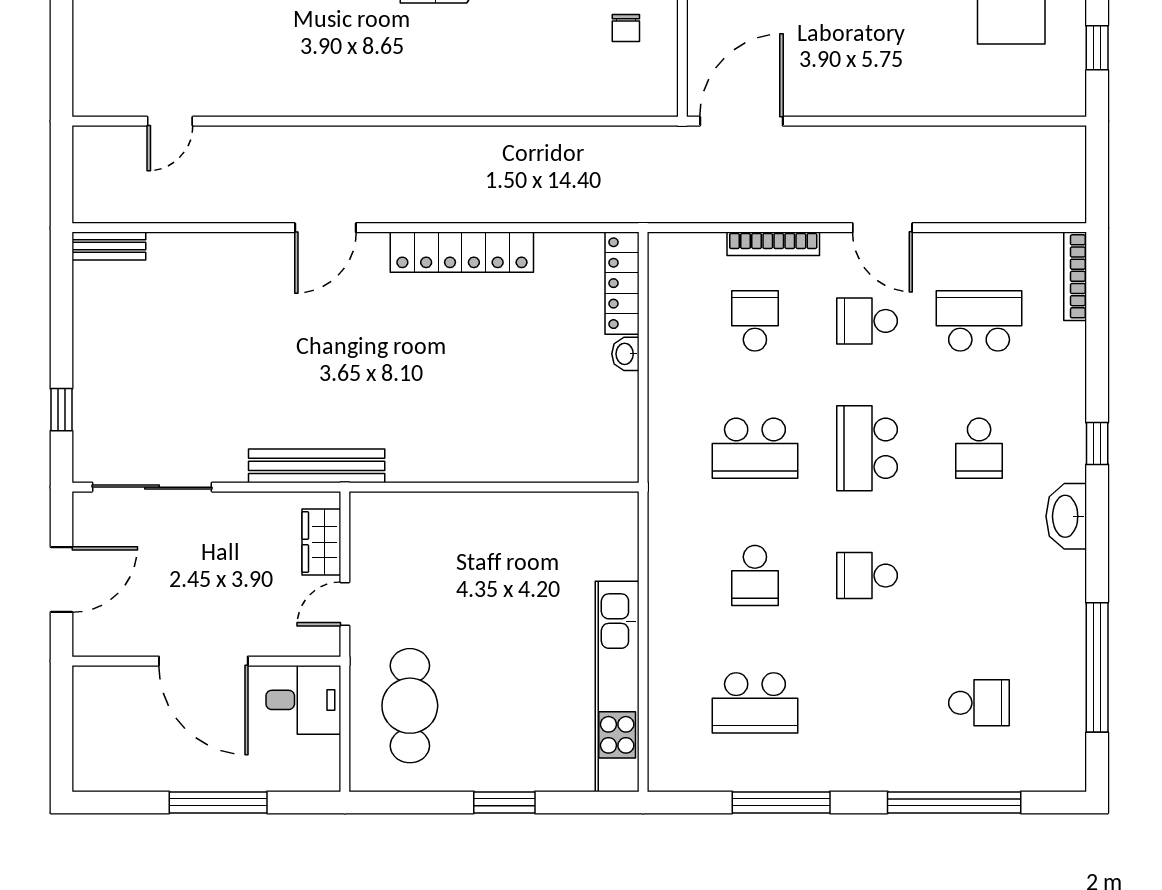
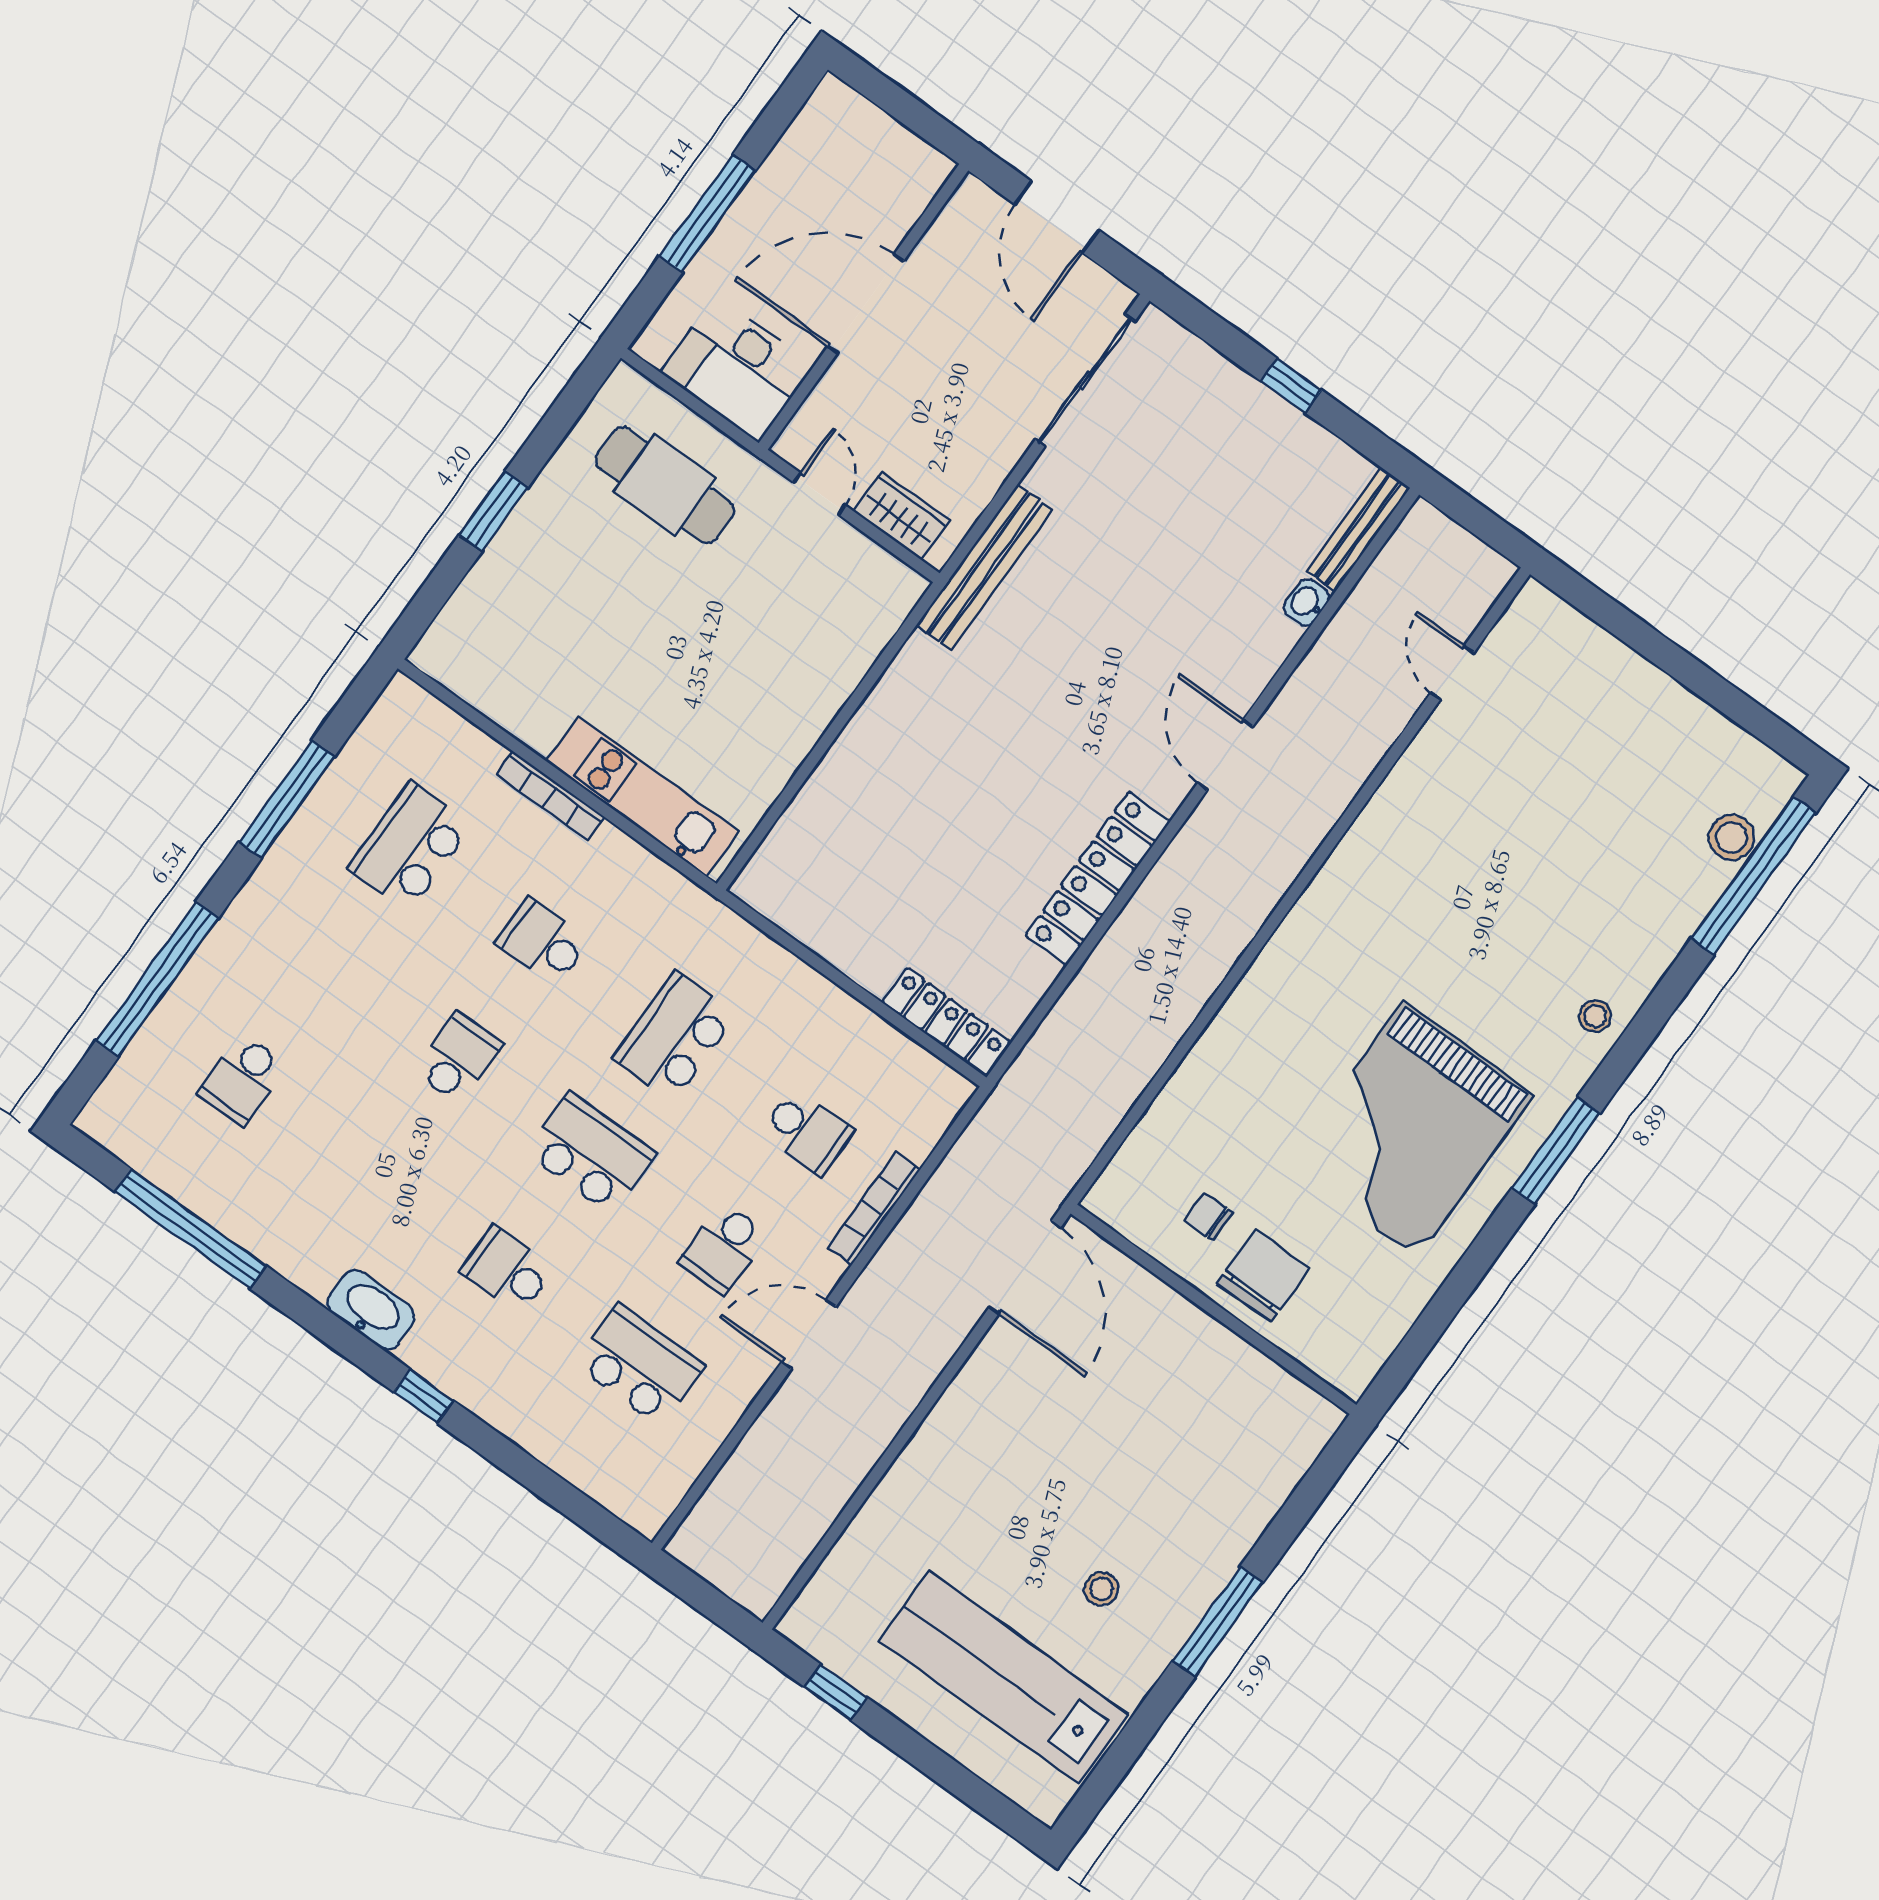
bench: (109, 246) -> (1358, 530), width x1.36
bookcase: (1075, 276) -> (551, 796), moved, turned 180
school desk: (867, 321) -> (723, 1249), turned 180
school desk: (979, 321) -> (640, 1365), turned -90
washbasin: (625, 354) -> (1307, 603), moved, turned -90
window: (61, 410) -> (1291, 386), moved
kitchen unit: (617, 686) -> (642, 796), moved, width x0.73
desk: (303, 700) -> (737, 369), width x1.37

